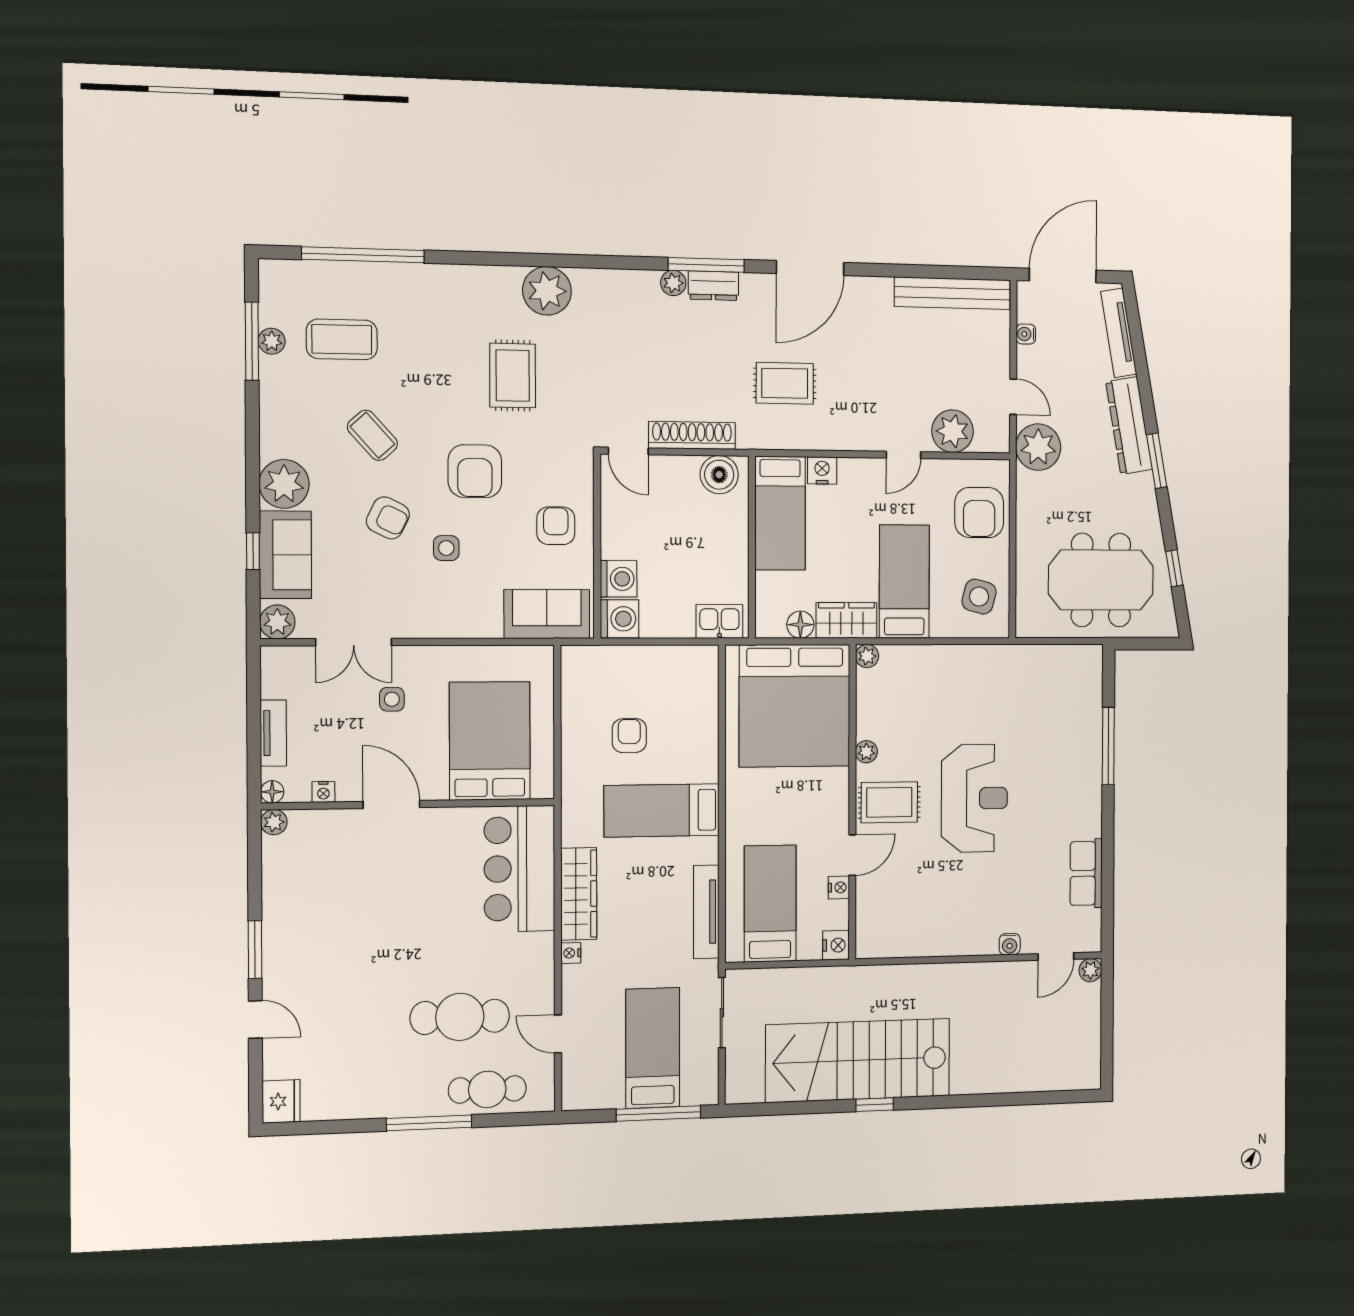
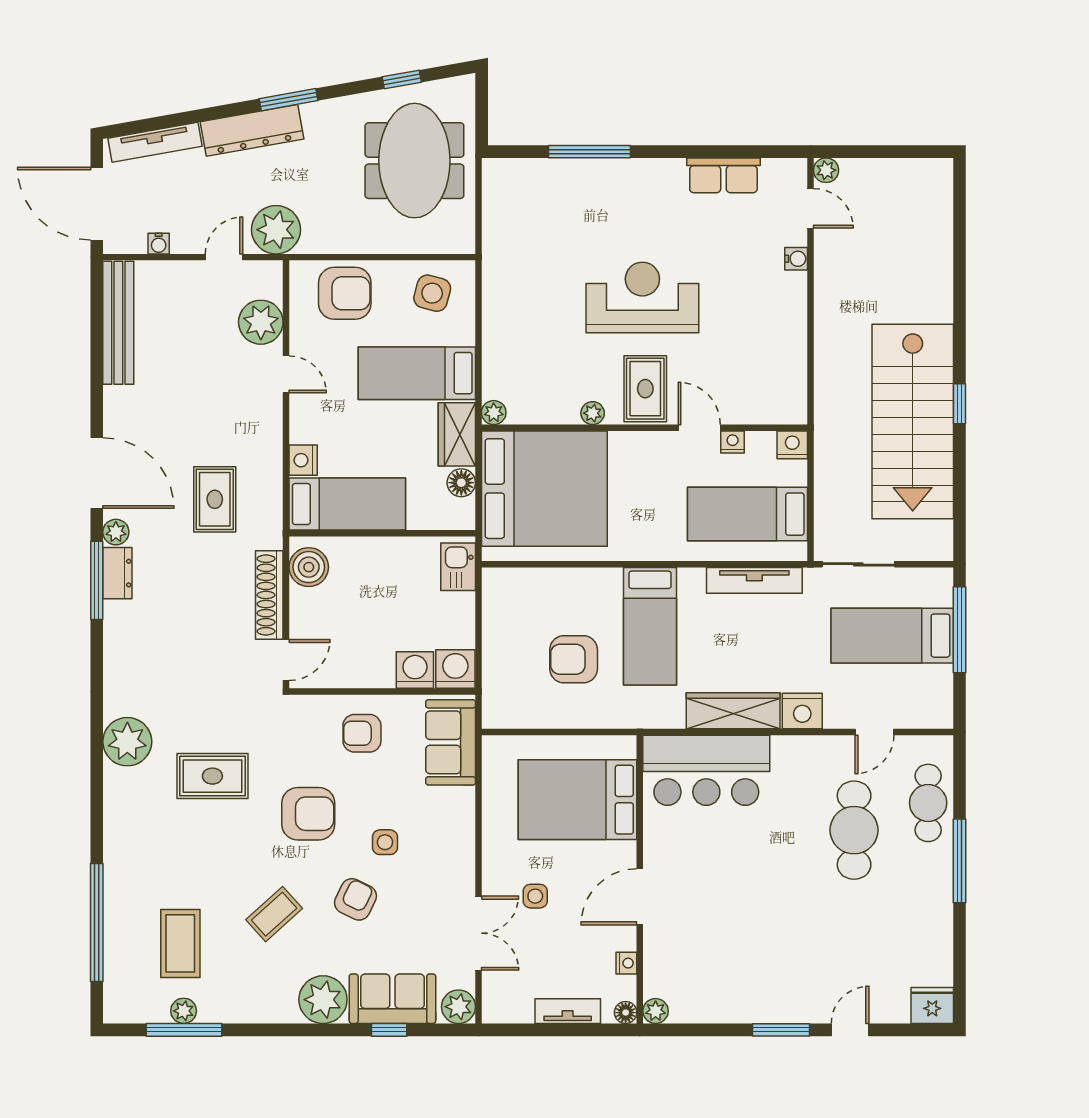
plant: (673, 283) -> (116, 532), moved
armchair: (629, 736) -> (574, 659), width x1.38, depth x1.38
nightstand: (571, 953) -> (802, 711), width x1.89, depth x1.79

